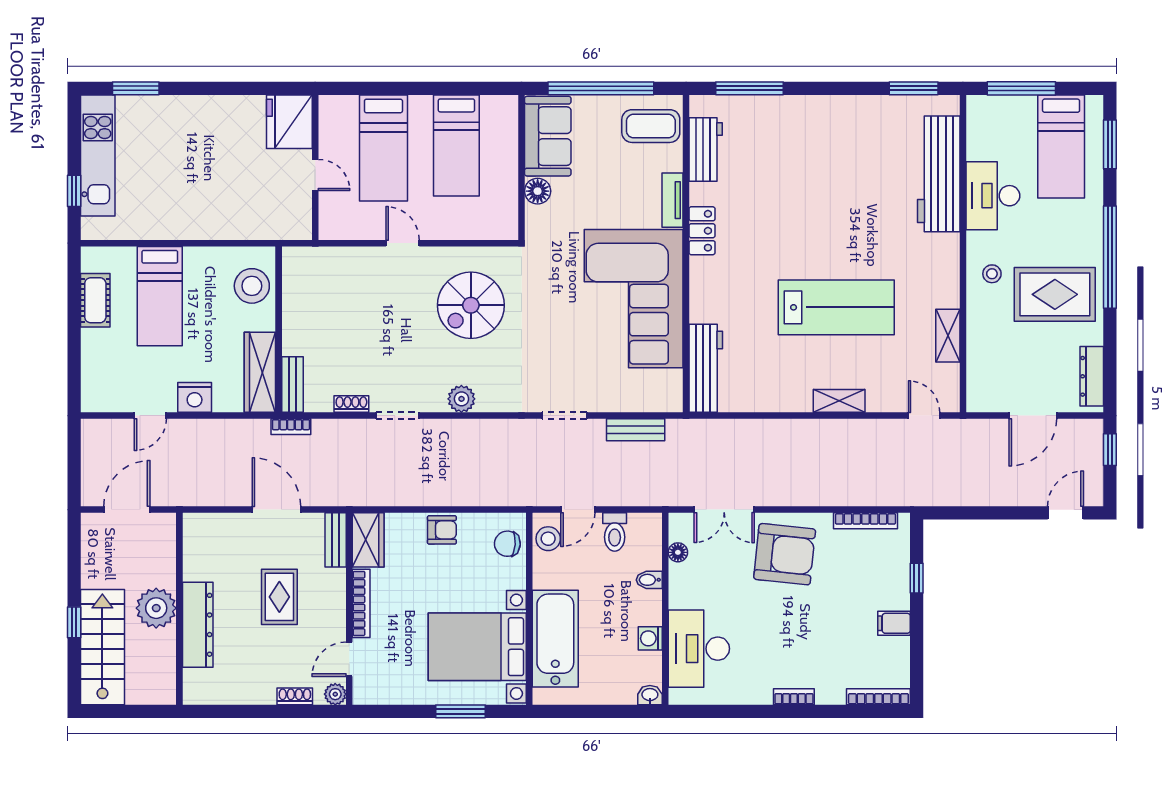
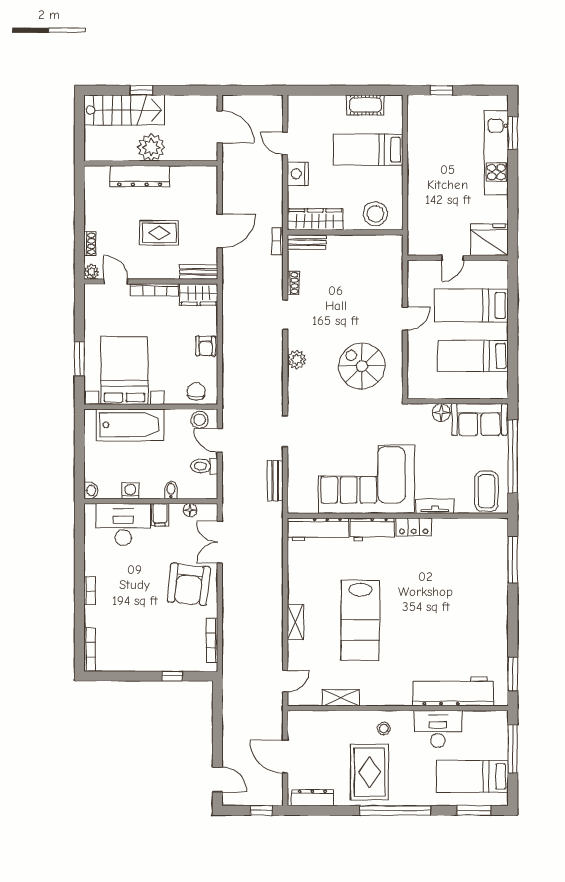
workbench: (706, 149) -> (372, 529), moved
kitchen unit: (98, 155) -> (496, 153), moved, turned 90
filing cabinet: (894, 623) -> (160, 515), moved, turned 180

